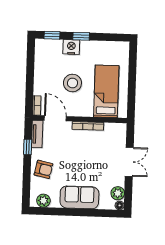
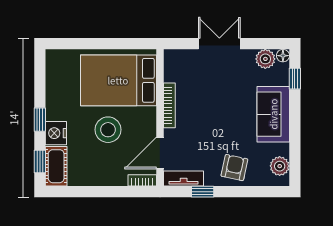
cot: (49, 46) -> (56, 166), added
bed: (106, 91) -> (118, 80), width x1.50
window: (103, 213) -> (295, 79), added

